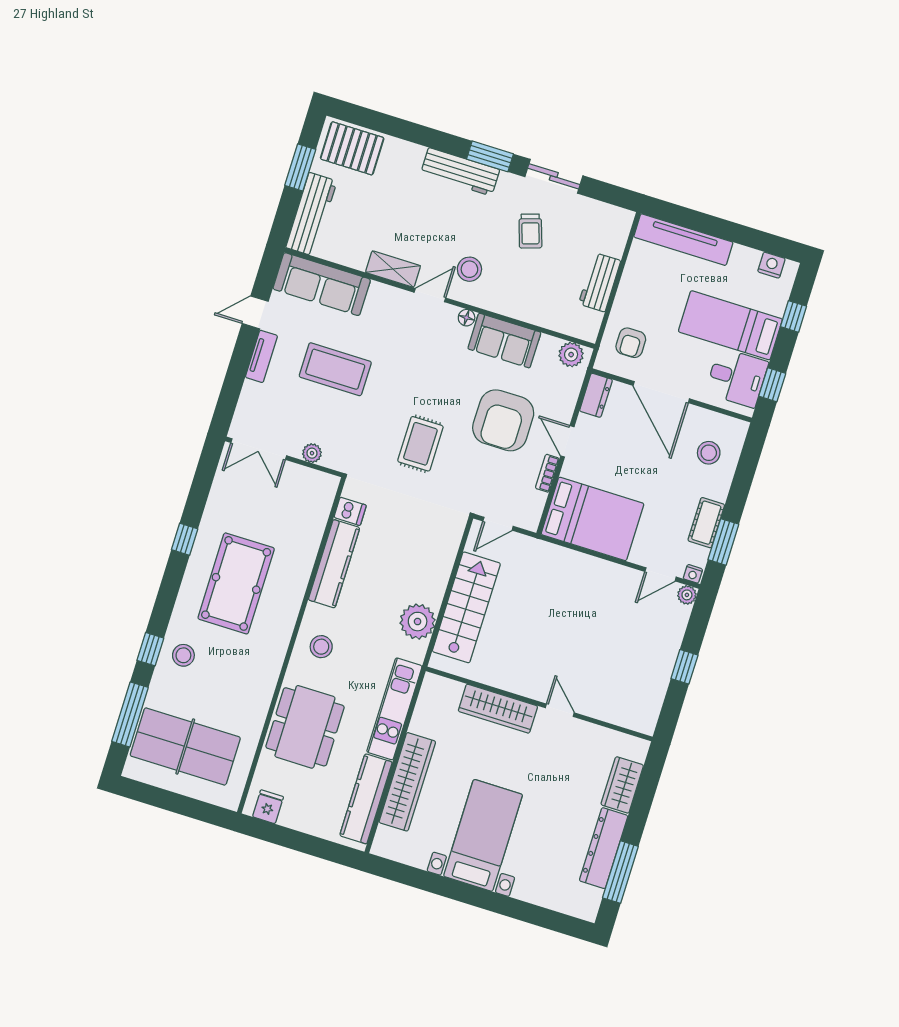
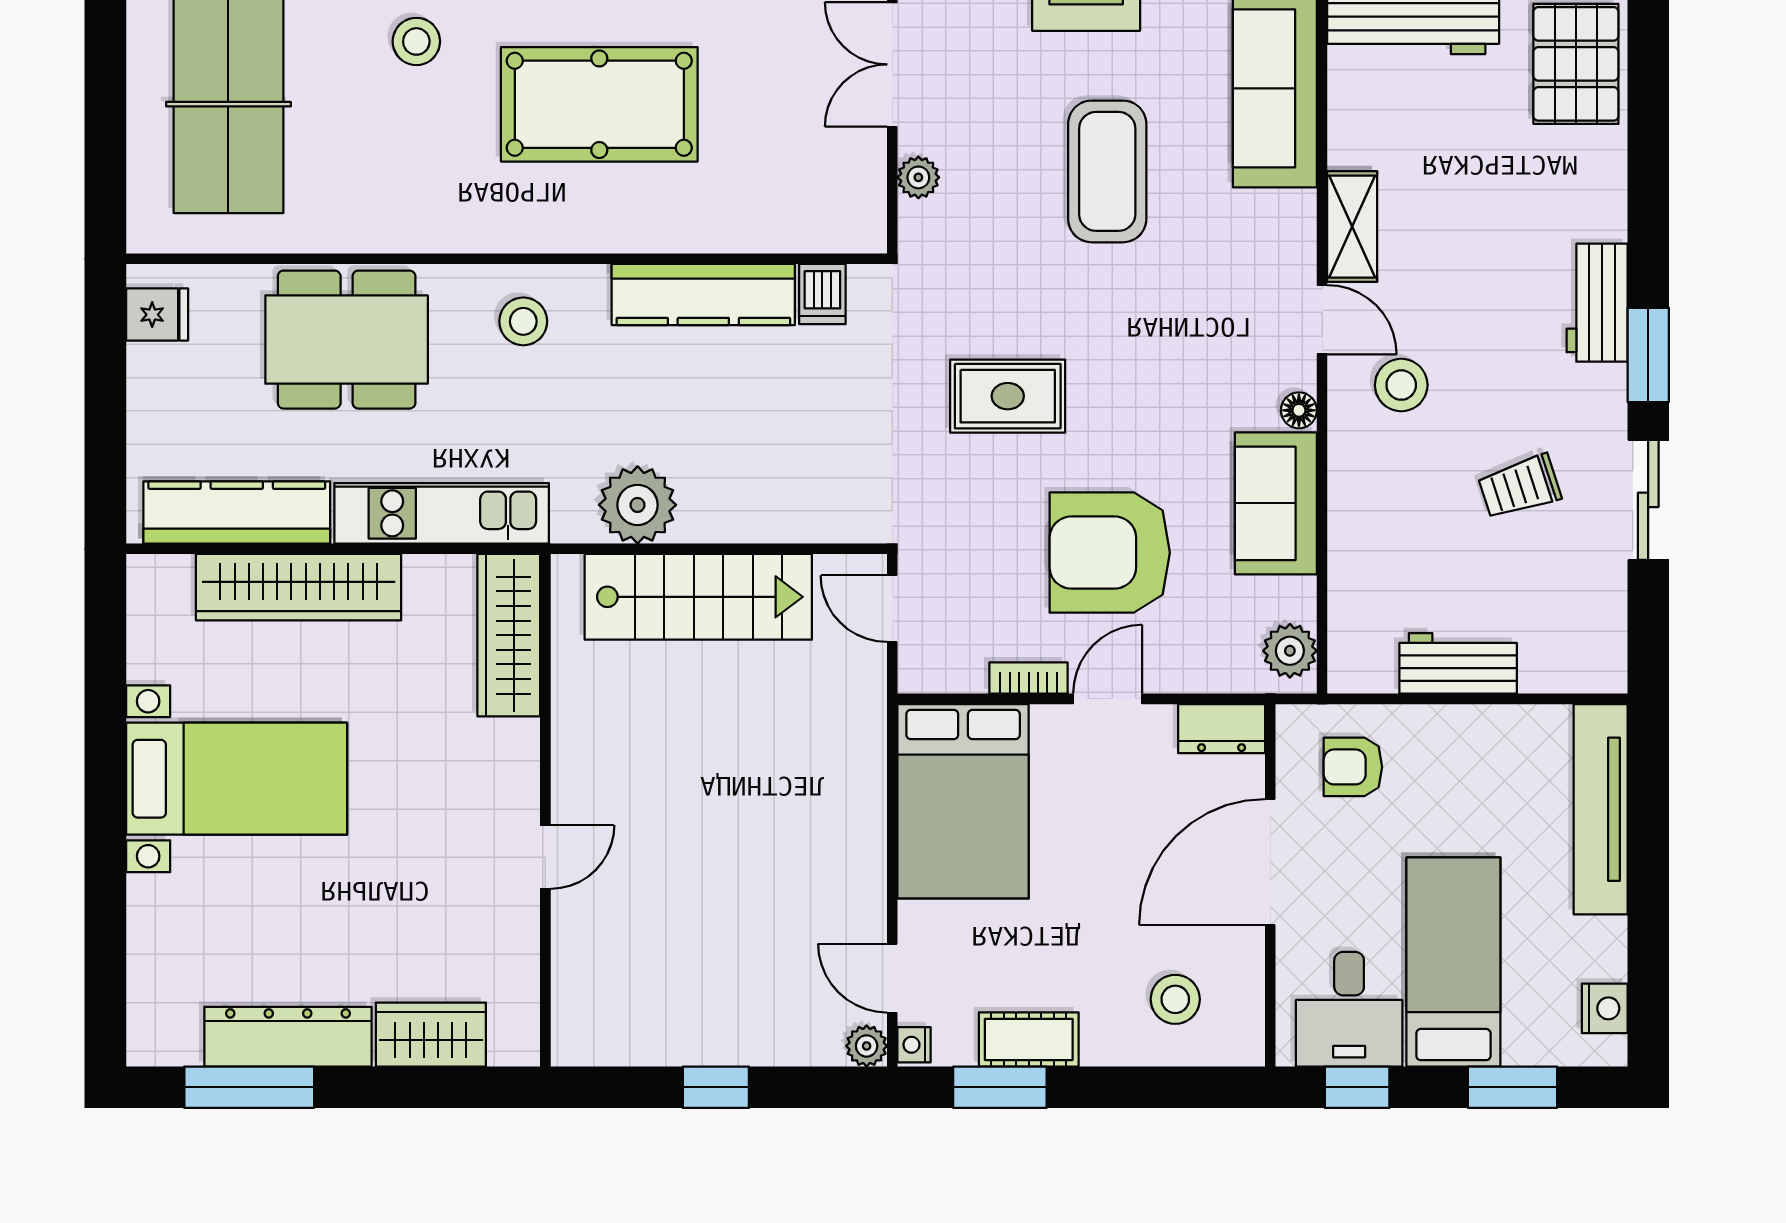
workbench: (460, 172) -> (1597, 303), width x0.73
window: (794, 316) -> (1512, 1087), width x1.50
wardrobe: (498, 709) -> (509, 635), moved

